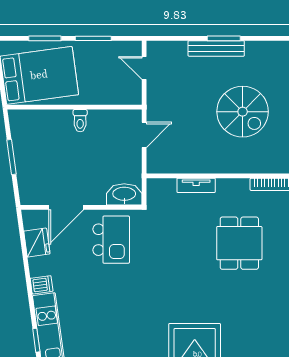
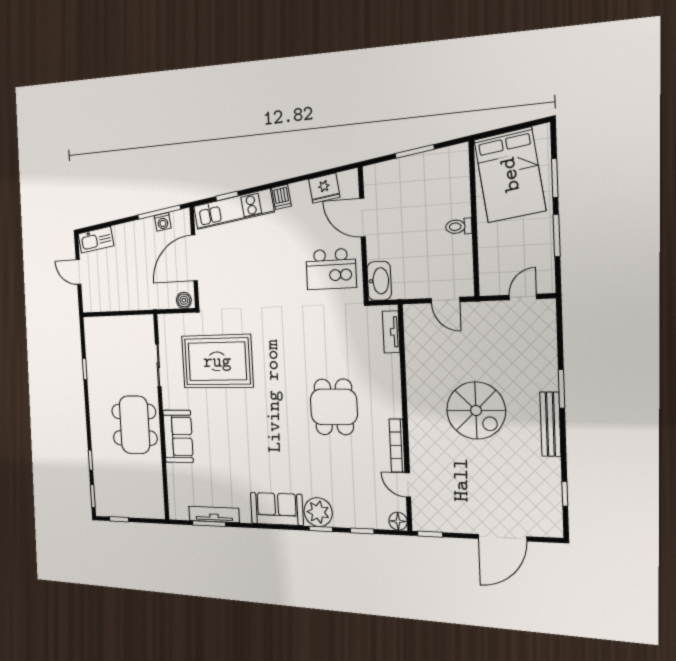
bench: (216, 48) -> (550, 424), moved
spiral stairs: (243, 112) -> (476, 411), turned -90
tv unit: (196, 185) -> (391, 332), moved
dining table: (239, 243) -> (334, 407), turned 90

